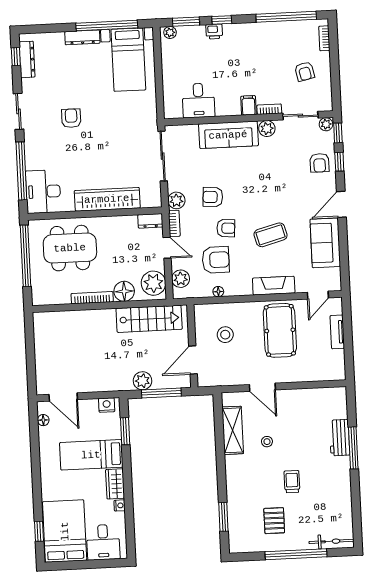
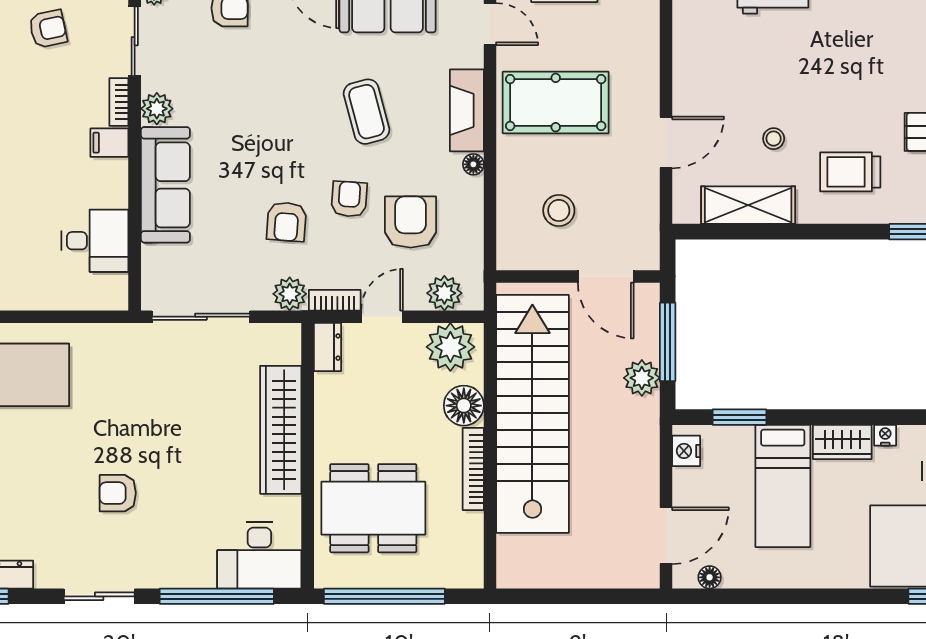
dining table: (70, 248) -> (373, 508), turned 90
floor lamp: (218, 292) -> (473, 164), moved
stairs: (149, 319) -> (532, 414), width x1.86, depth x1.51
trolley: (292, 482) -> (850, 172), moved, width x1.36, depth x1.39

